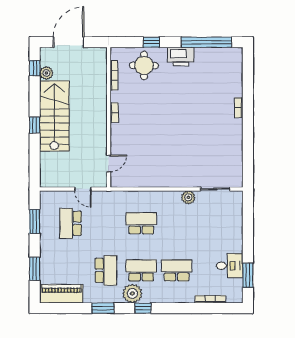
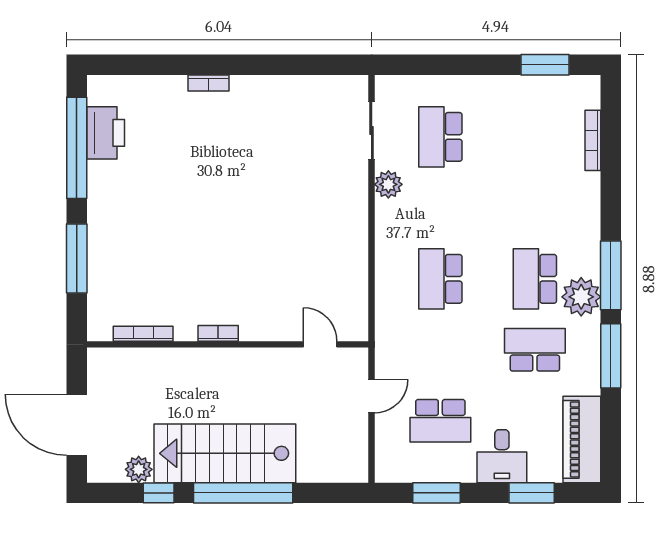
window: (151, 42) -> (77, 258), width x2.17
printer: (181, 57) -> (106, 133), moved
round table: (144, 66) -> (124, 273), removed
window: (35, 68) -> (159, 493), moved
window: (35, 125) -> (243, 493), width x3.17
desk: (230, 266) -> (502, 456), moved, turned 180
school desk: (177, 270) -> (440, 137), moved
window: (103, 308) -> (611, 356), width x1.44
window: (143, 308) -> (611, 275), width x2.17

